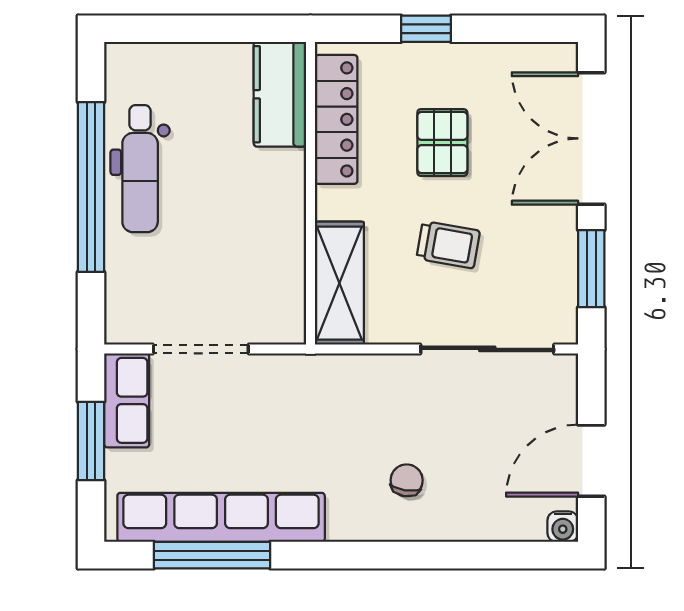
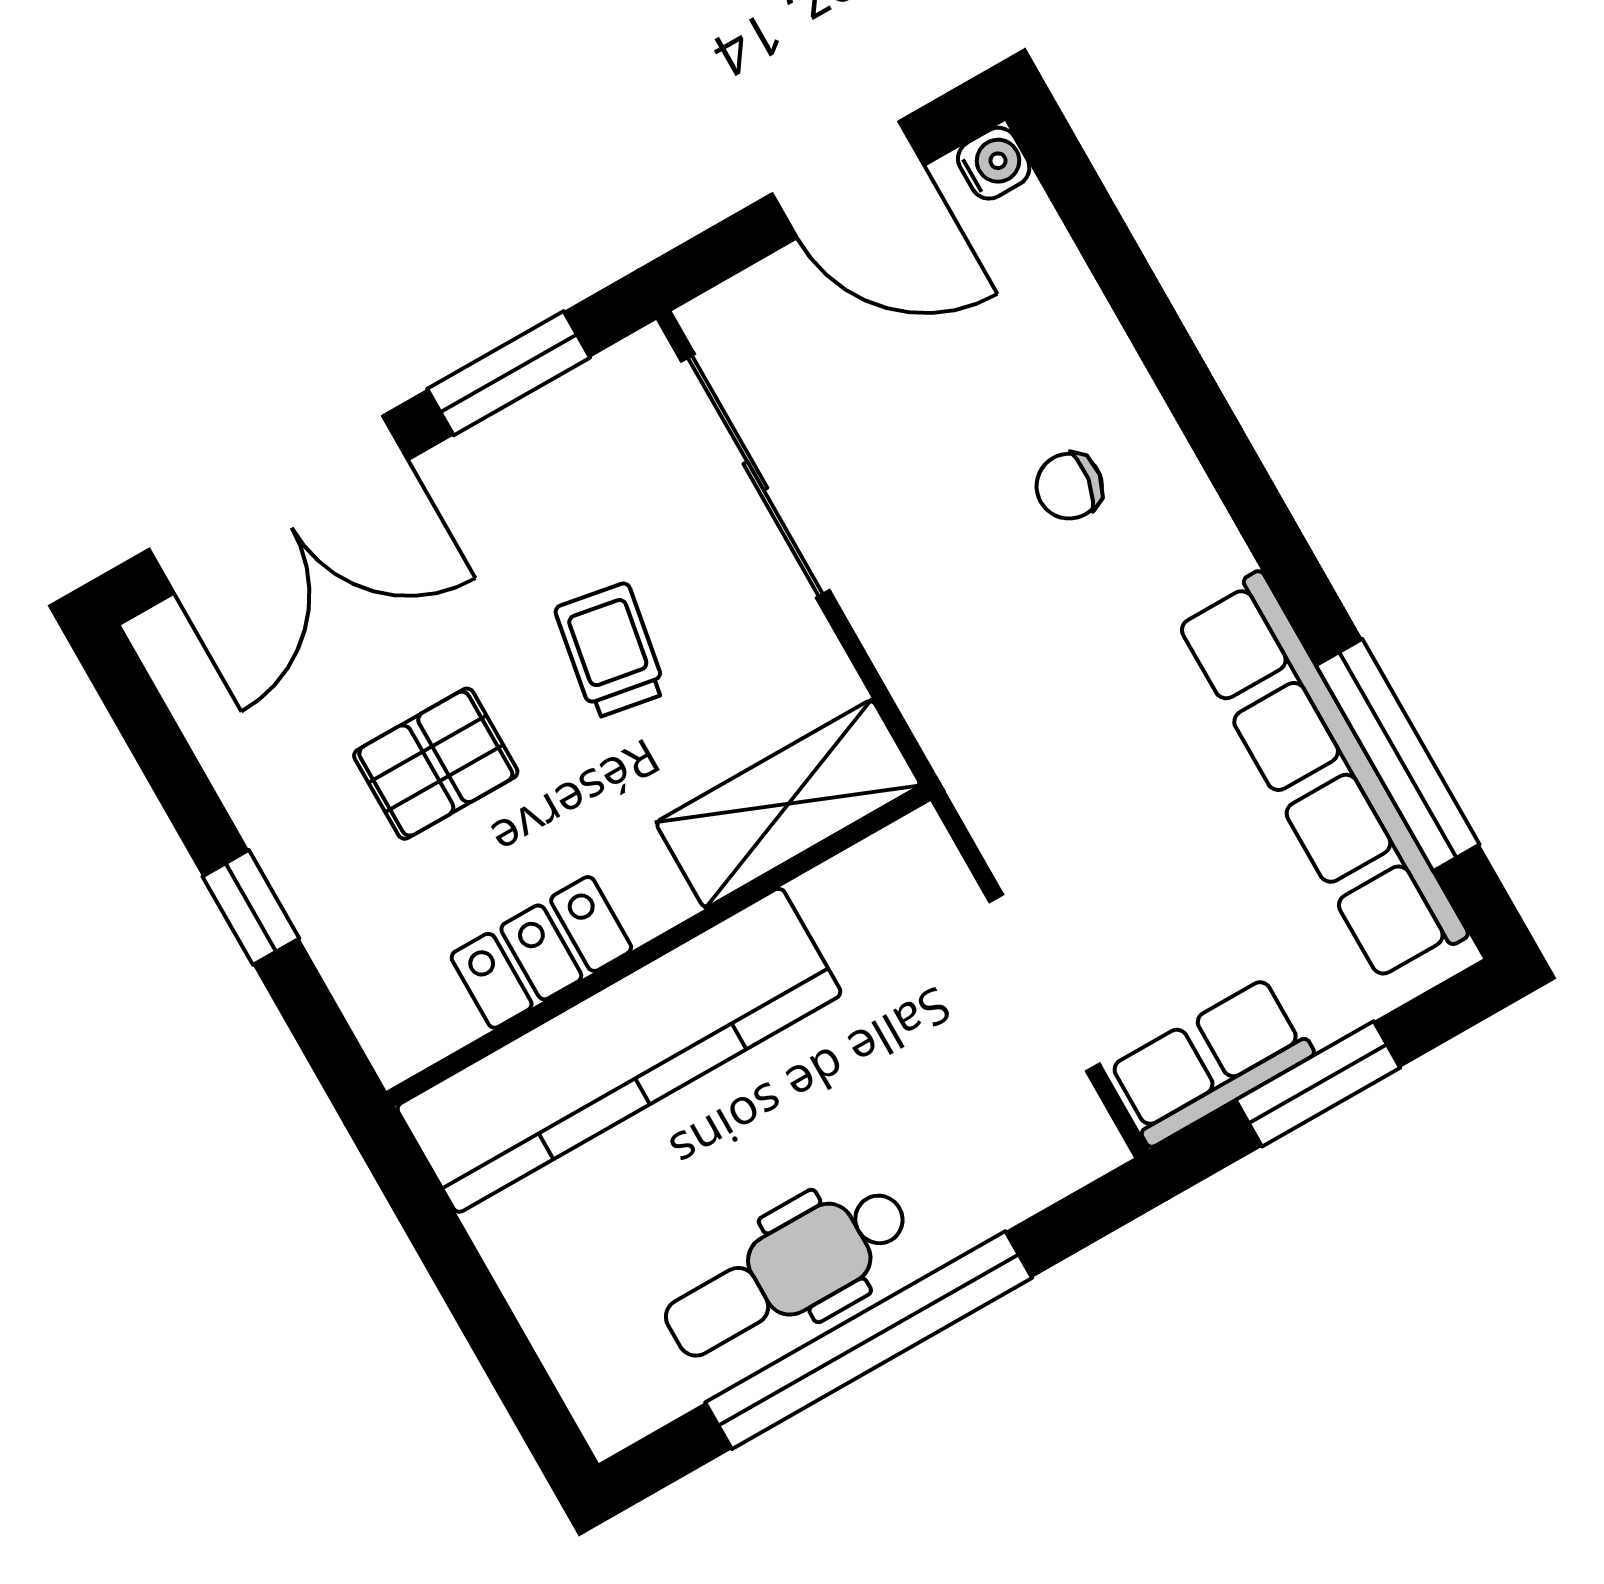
kitchen counter: (280, 94) -> (619, 1050), width x2.08, depth x1.17
locker: (336, 119) -> (541, 952), width x0.66
dental chair: (140, 169) -> (787, 1272), turned 180

